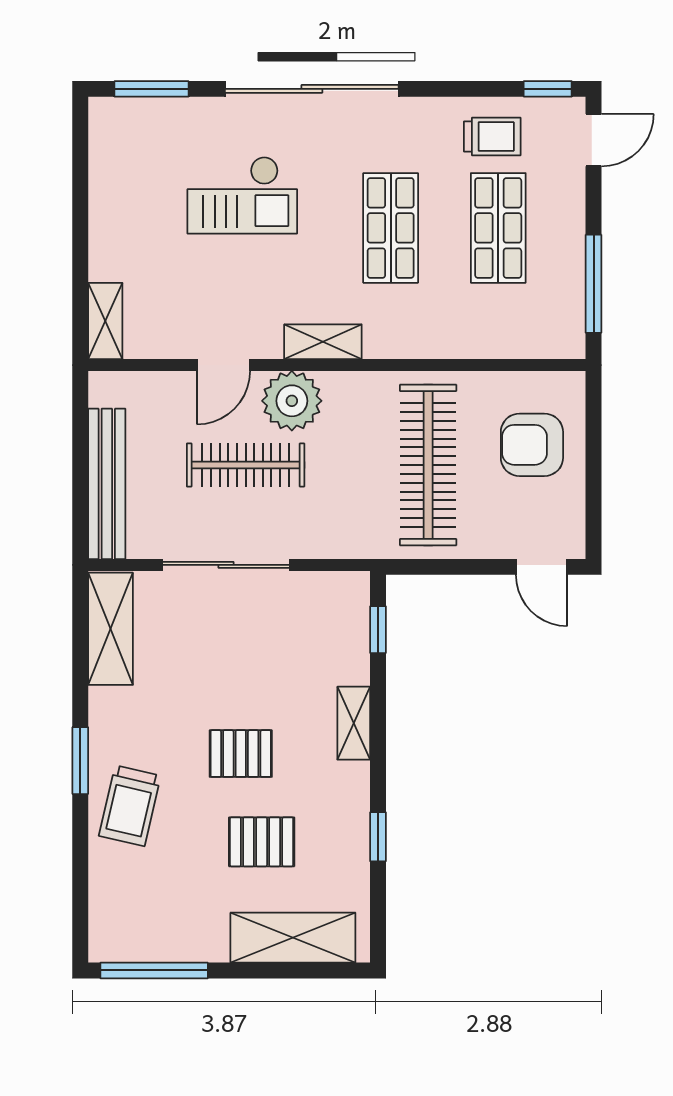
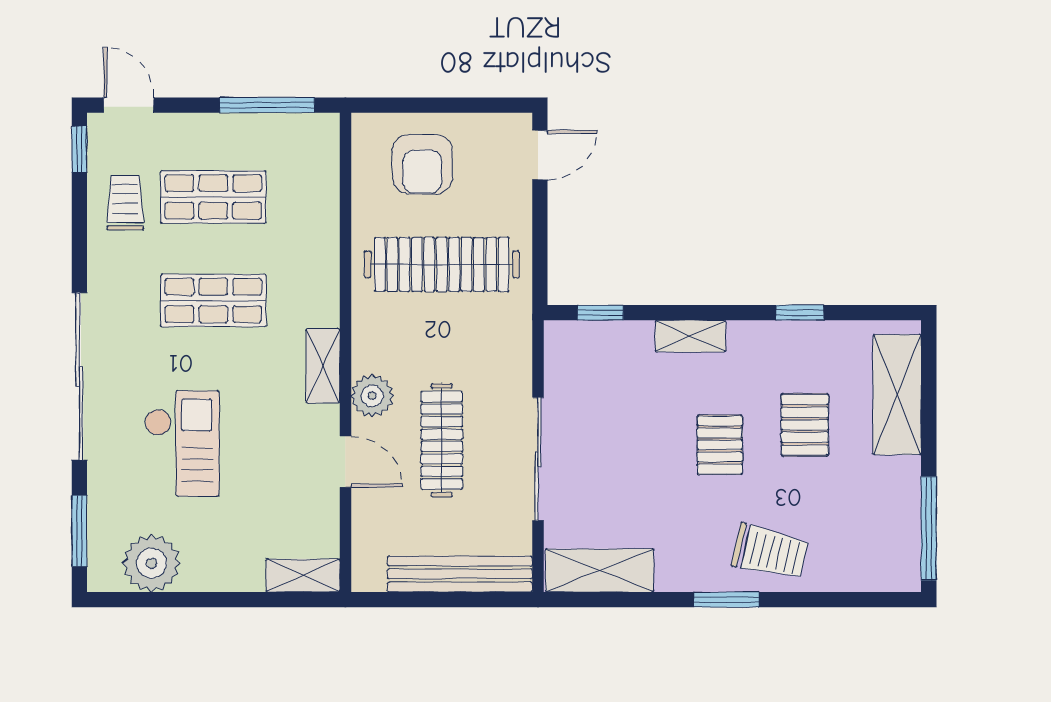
plant: (118, 164) -> (152, 563), added
plant: (292, 401) -> (372, 396), width x0.73, depth x0.73

